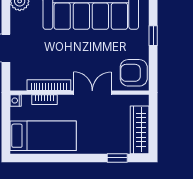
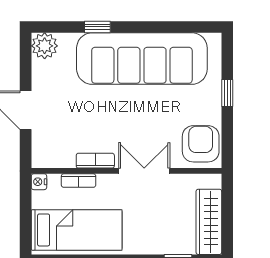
armchair: (134, 73) -> (201, 144), turned 90
bookcase: (49, 85) -> (95, 161), width x0.64

